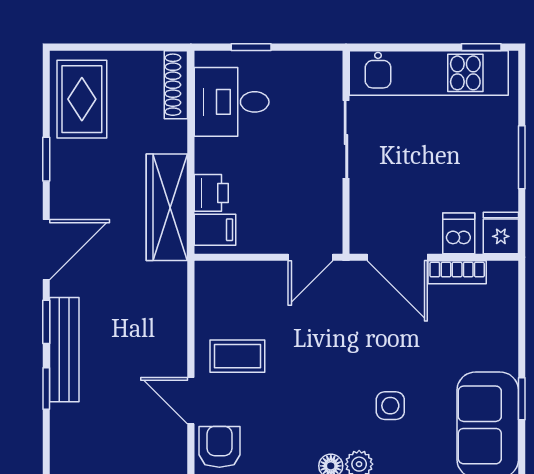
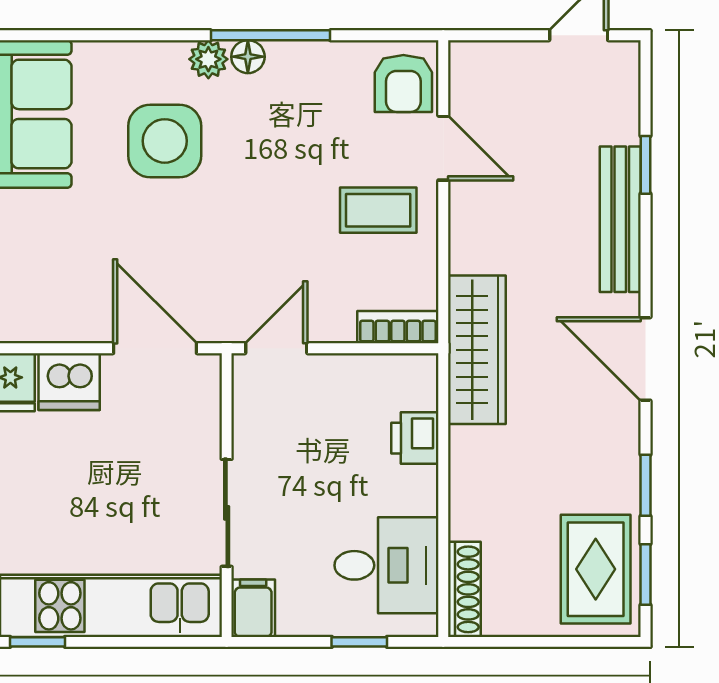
wardrobe: (167, 207) -> (477, 350), moved
filing cabinet: (215, 230) -> (253, 608), moved, turned 90
dishwasher: (459, 233) -> (69, 382), width x1.38
door: (46, 250) -> (645, 359), hinge flipped
bookcase: (457, 272) -> (398, 327), moved
window: (46, 322) -> (645, 574), moved
side table: (390, 406) -> (165, 141), width x1.87, depth x1.87

